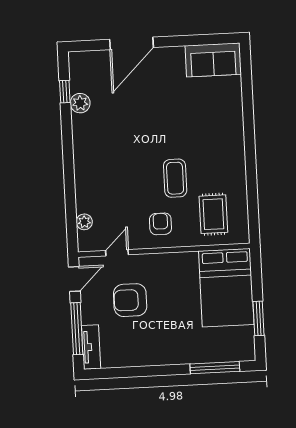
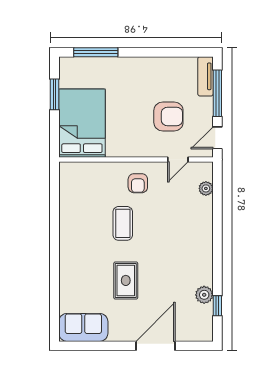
rug: (213, 214) -> (126, 280), moved

